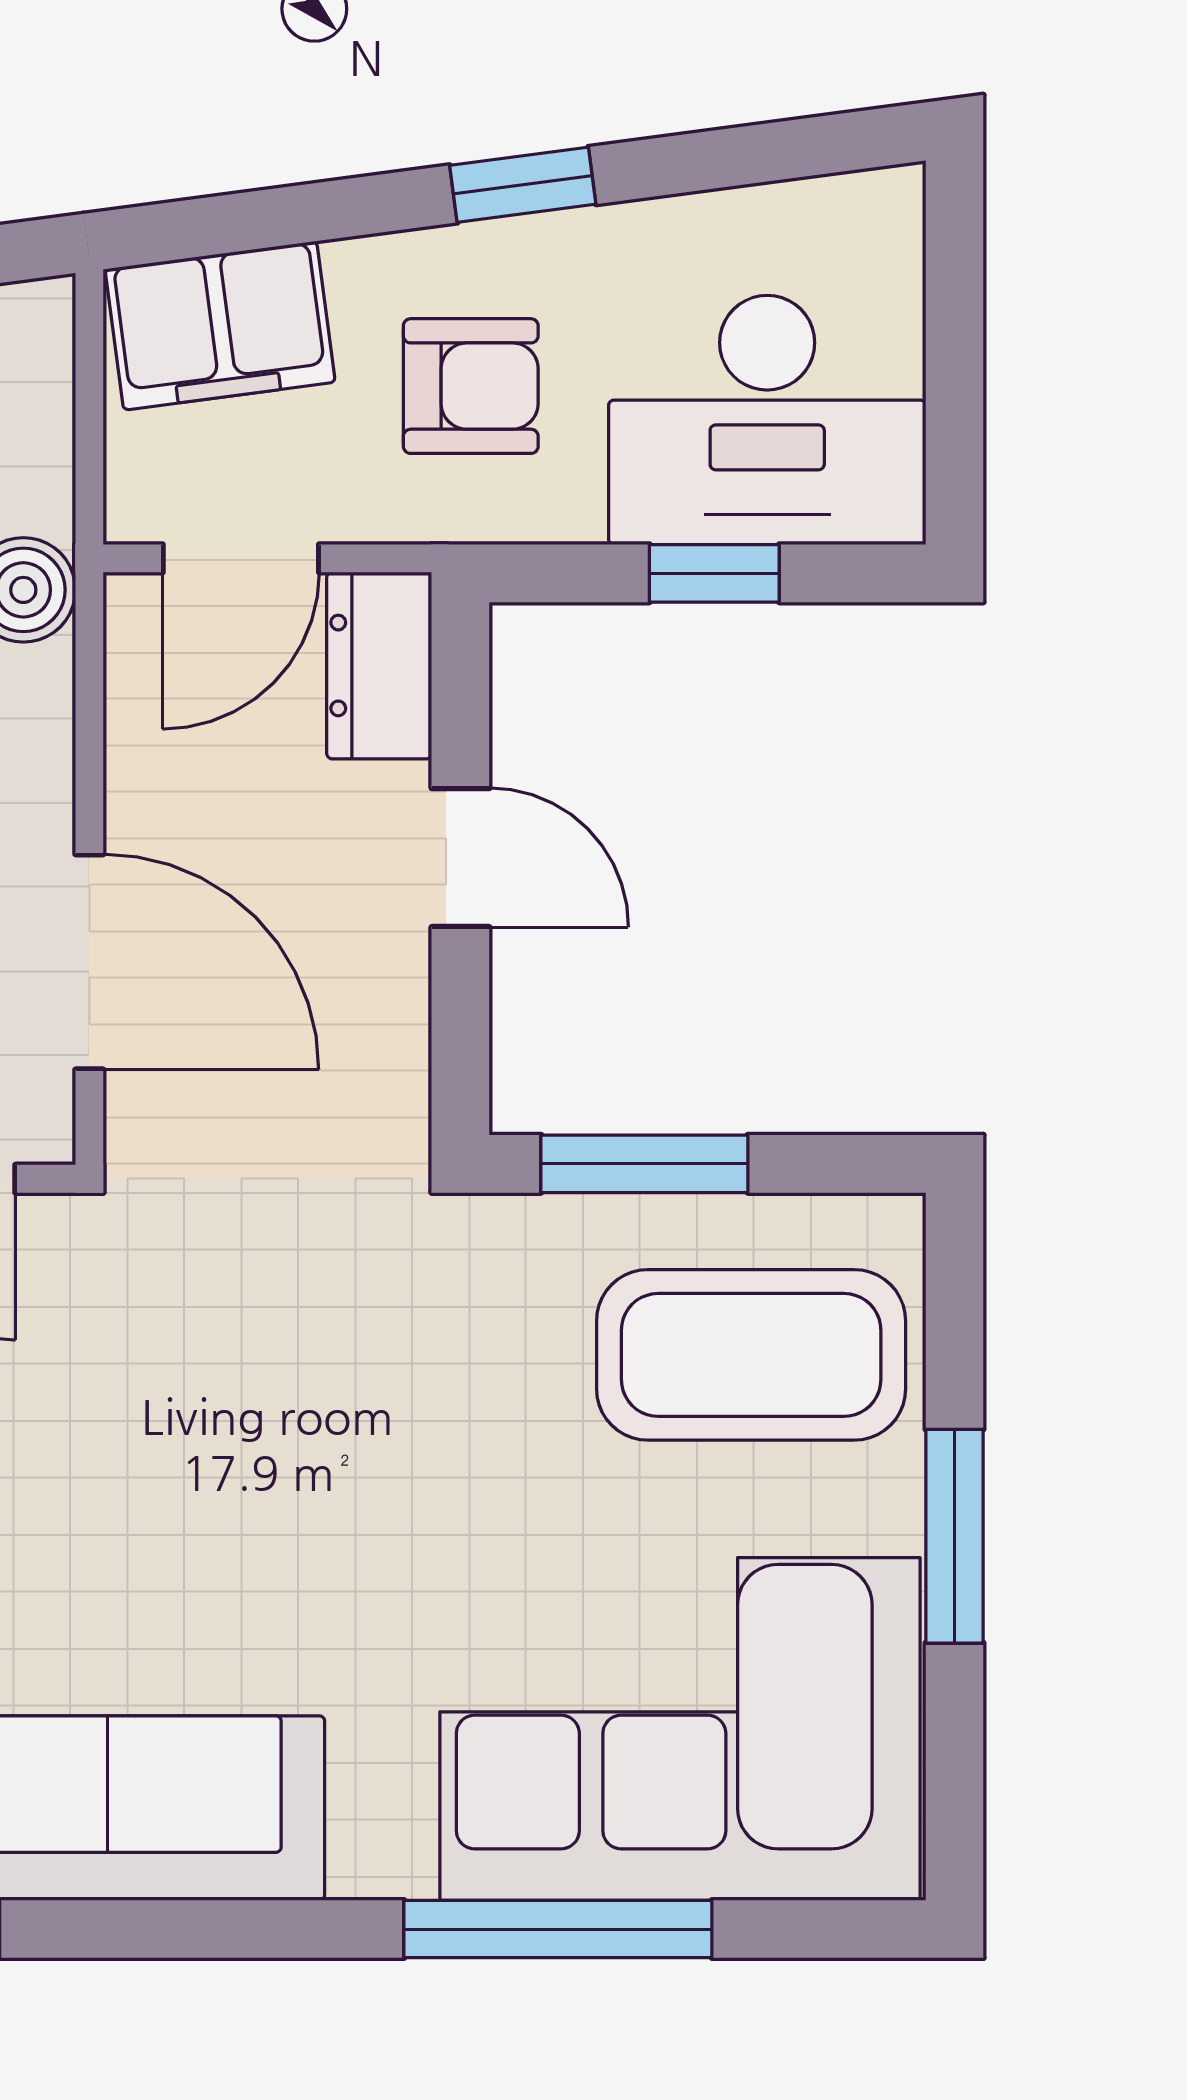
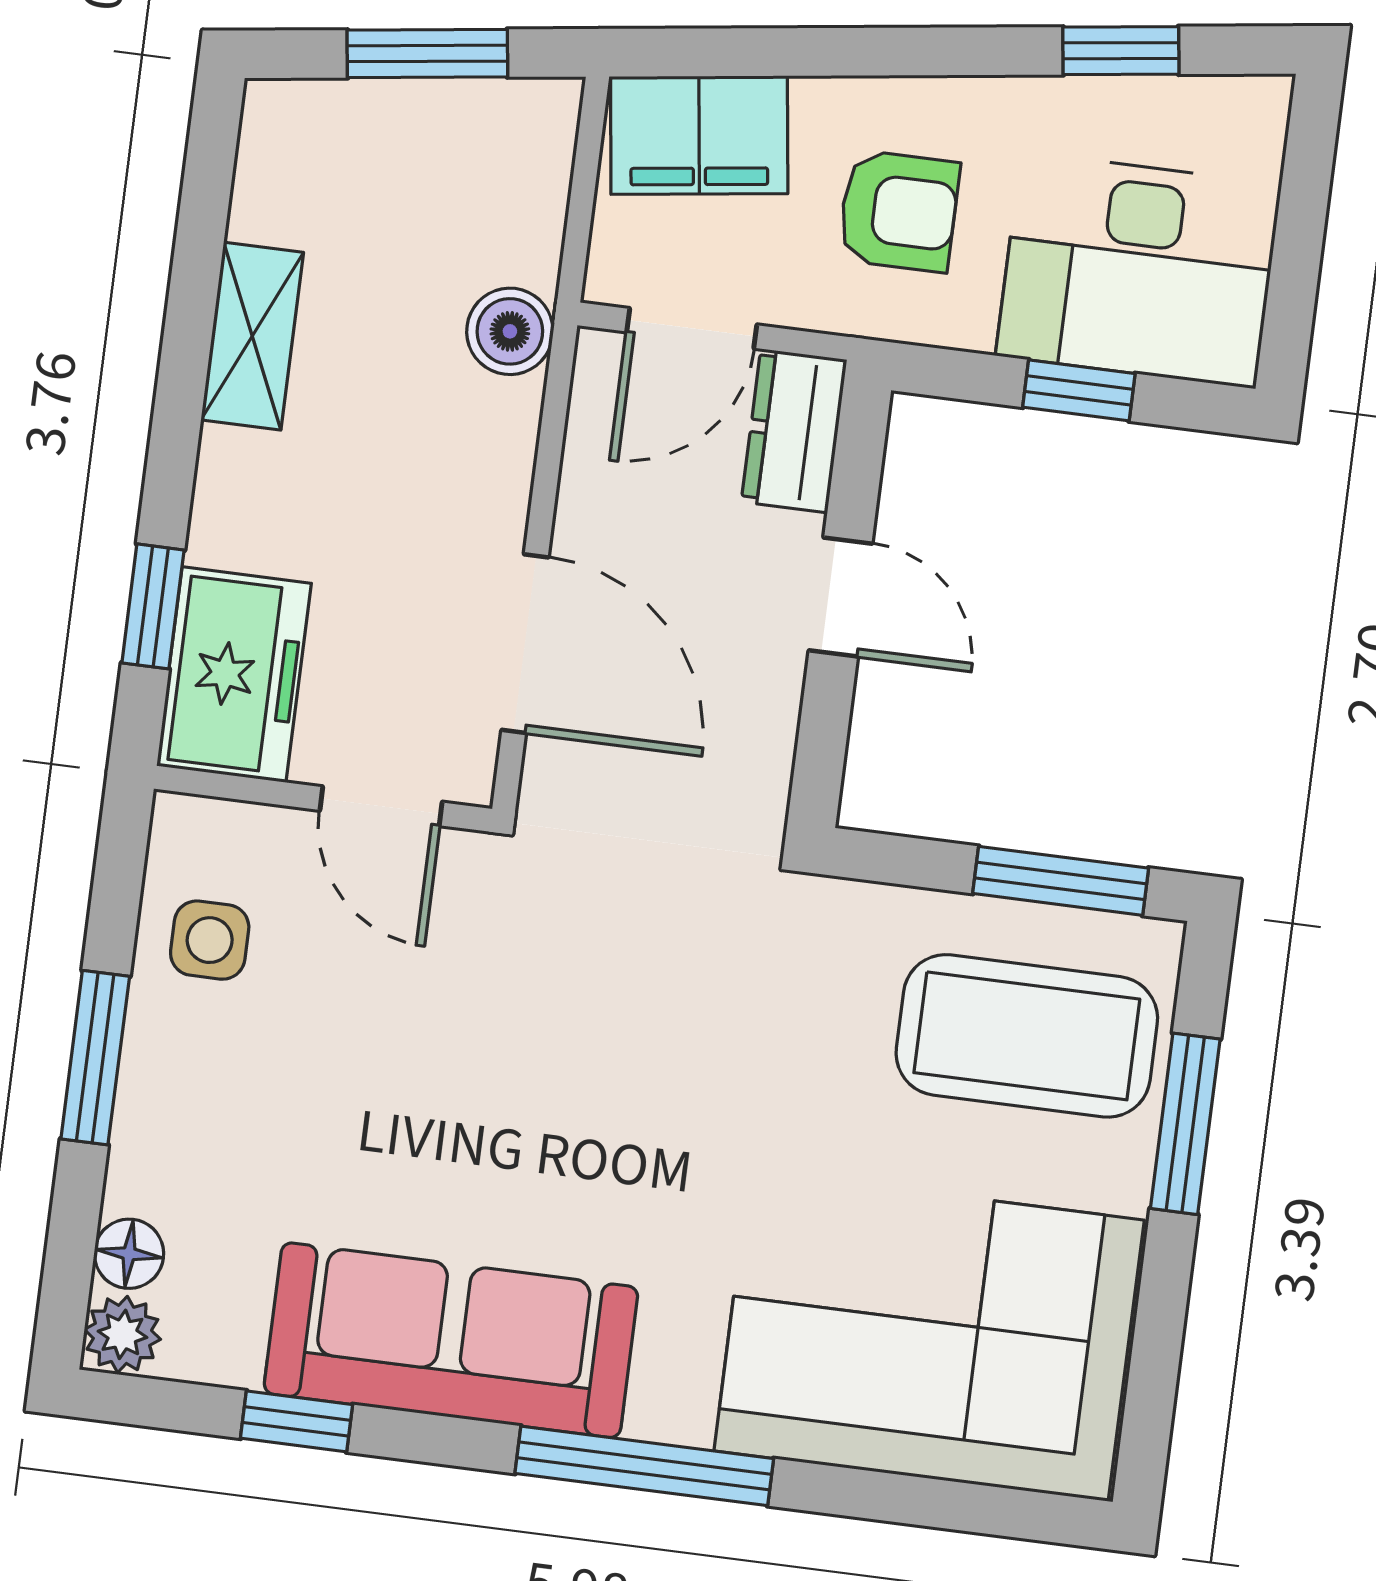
window: (523, 185) -> (1121, 51), moved
window: (644, 1164) -> (1061, 881), moved
window: (954, 1536) -> (1185, 1124), moved
window: (558, 1929) -> (644, 1466), moved

